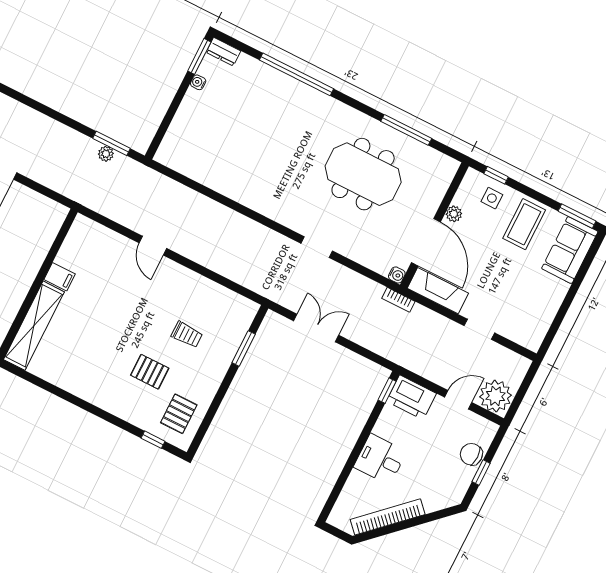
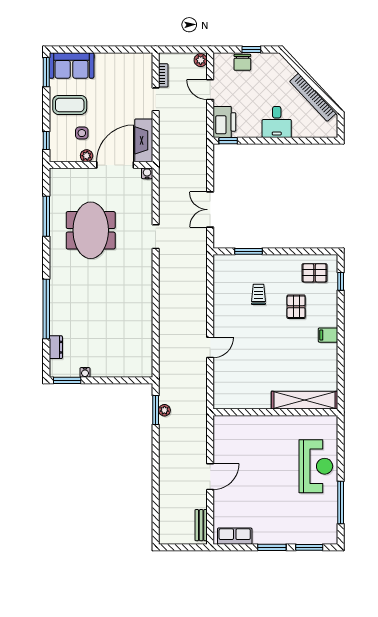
dresser: (223, 52) -> (56, 347), moved
side table: (492, 198) -> (82, 133), moved
filing cabinet: (60, 277) -> (328, 335), moved, turned -90
bookcase: (398, 300) -> (163, 75), moved
plant: (495, 396) -> (201, 60), width x0.53, depth x0.53

